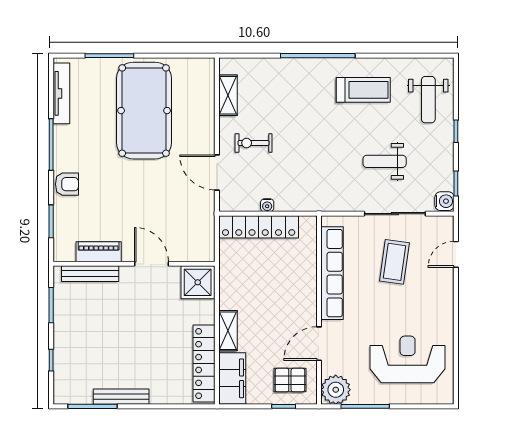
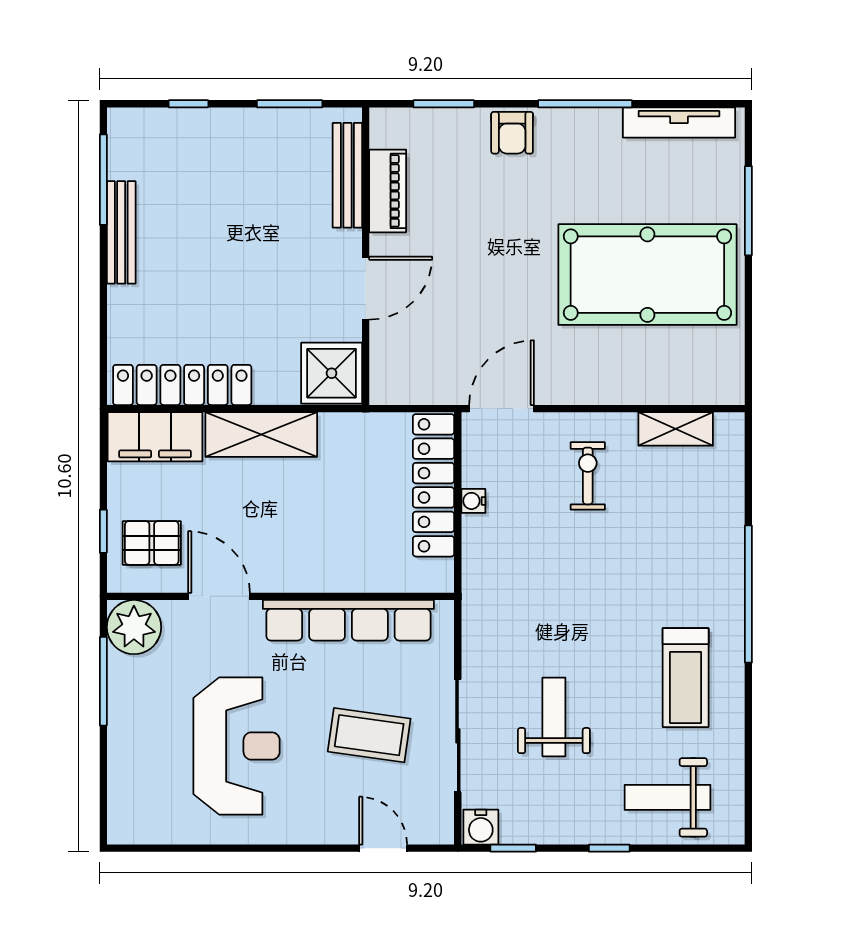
door: (217, 172) -> (502, 409), moved
shelving: (228, 331) -> (261, 434), width x1.50, depth x1.33
reception desk: (408, 359) -> (237, 746), moved
pallet: (290, 380) -> (152, 543), turned 90

